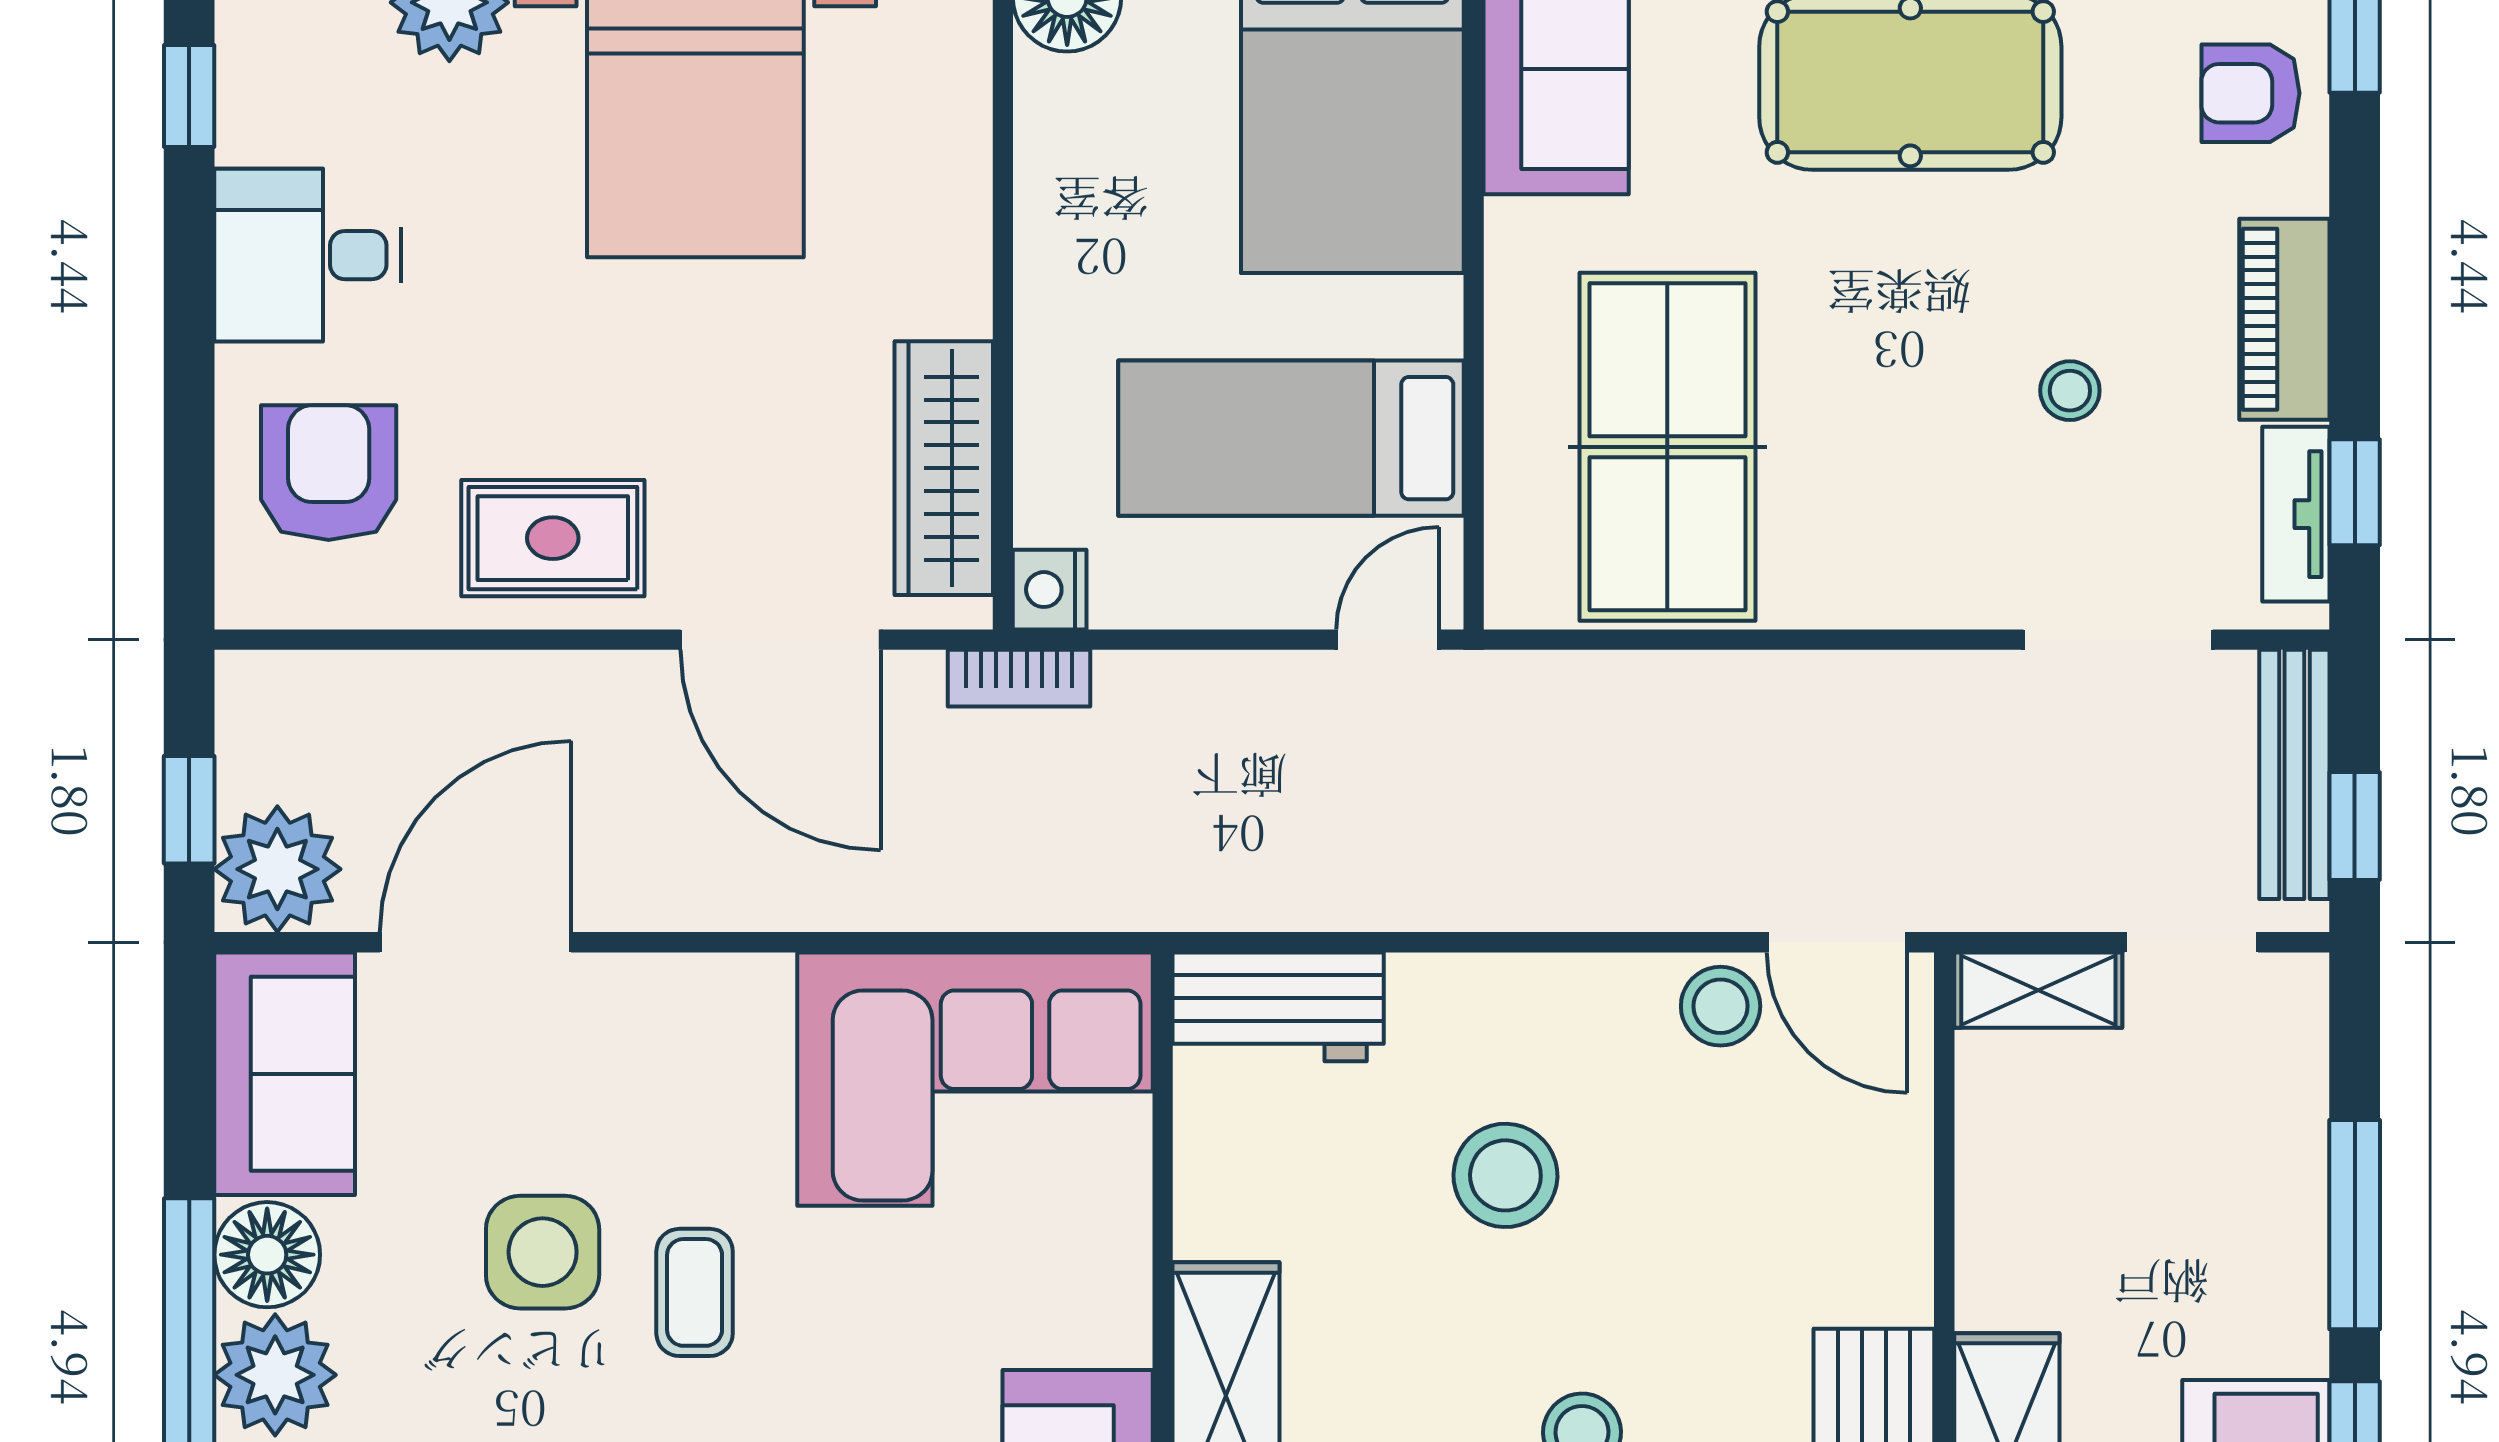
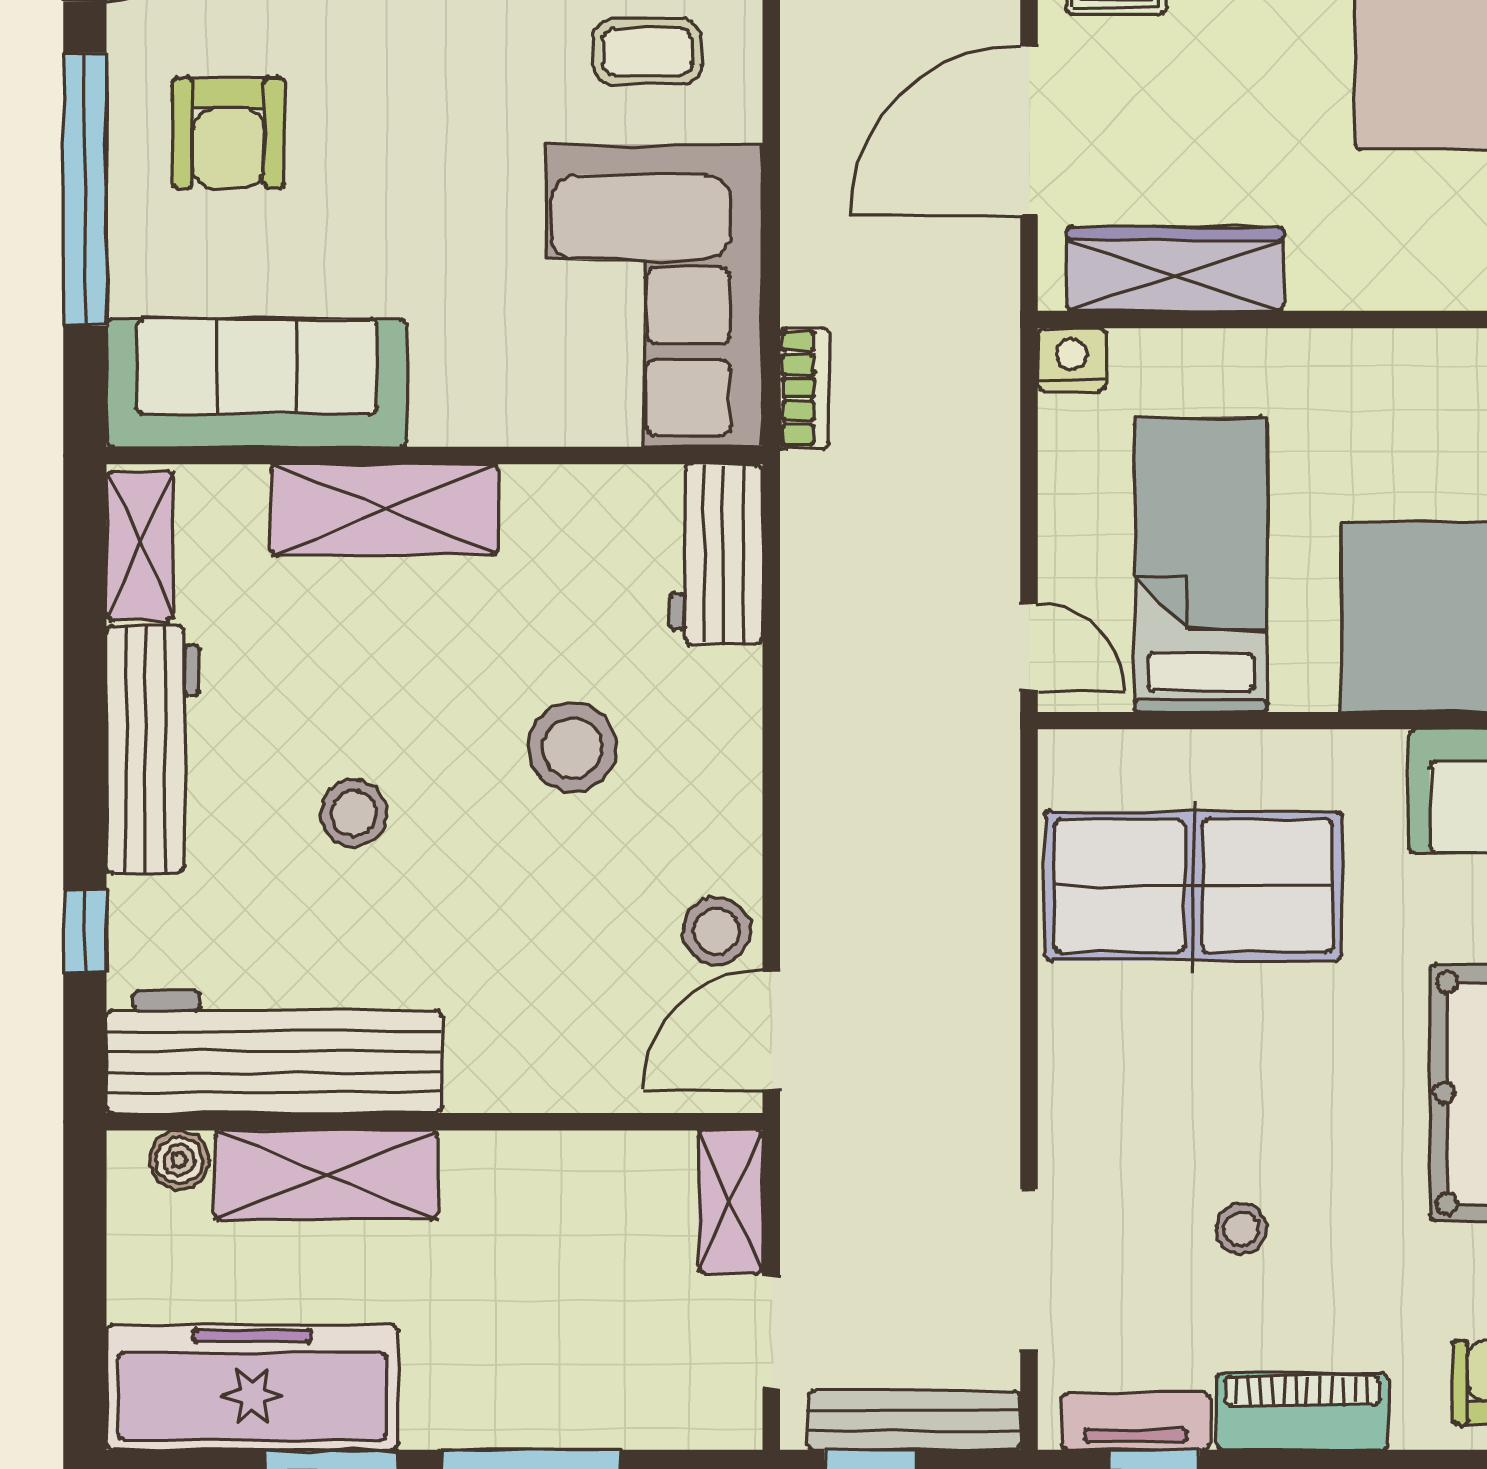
bookcase: (1019, 678) -> (804, 388), moved, turned 180
coffee table: (695, 1292) -> (647, 52), moved

